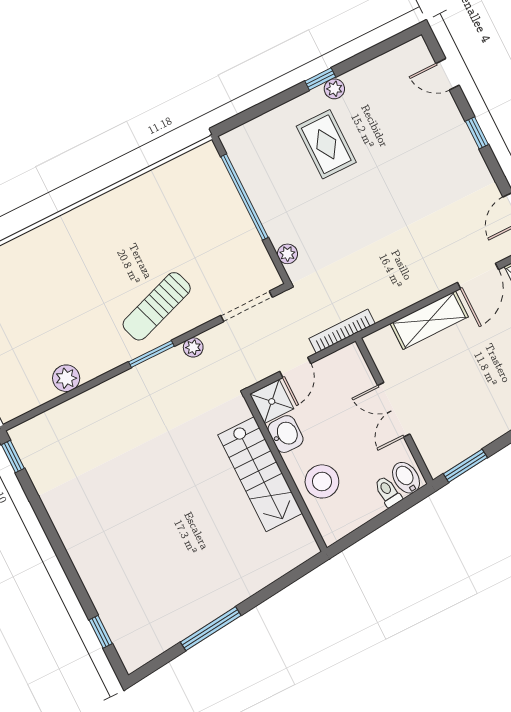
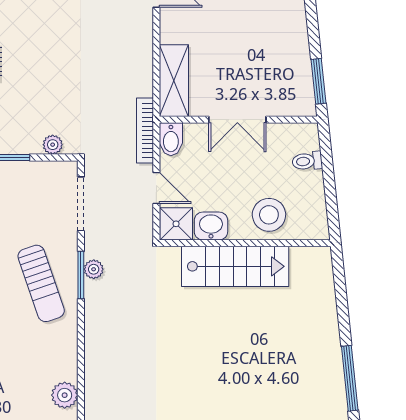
shelving: (429, 320) -> (174, 81), moved
window: (151, 354) -> (81, 275), moved
bidet: (406, 478) -> (171, 139), moved, turned -84

